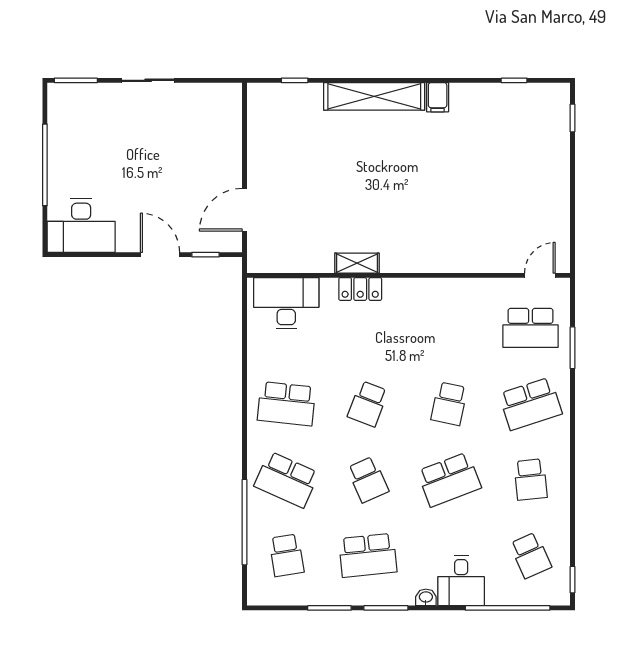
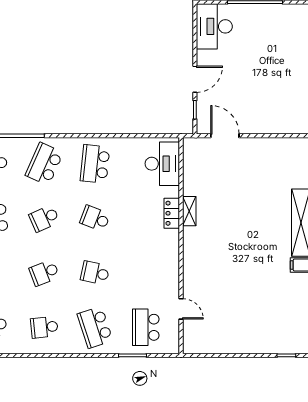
door: (540, 275) -> (181, 309), moved
school desk: (449, 480) -> (44, 273), width x0.54

